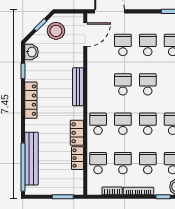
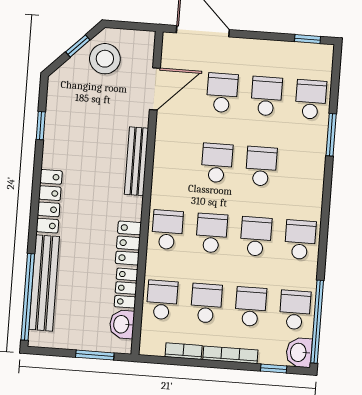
door: (85, 35) -> (155, 89), moved
washbasin: (31, 52) -> (122, 324), moved, turned 180
locker: (31, 100) -> (49, 201), moved

